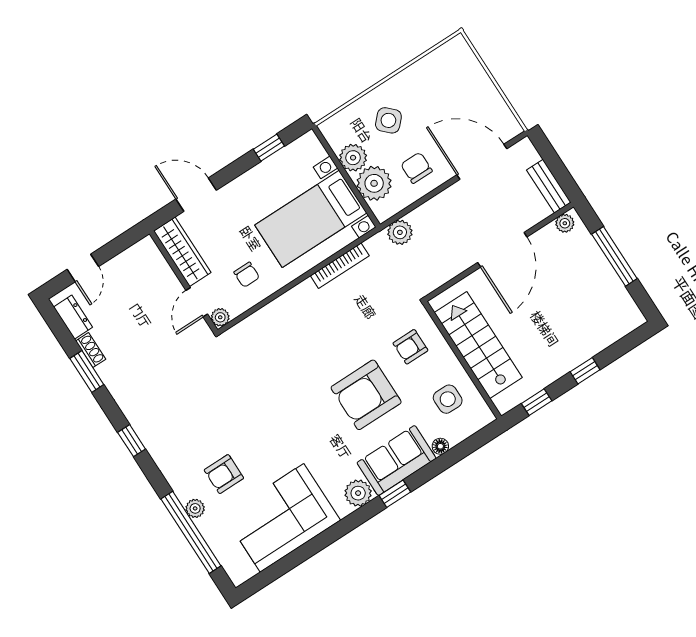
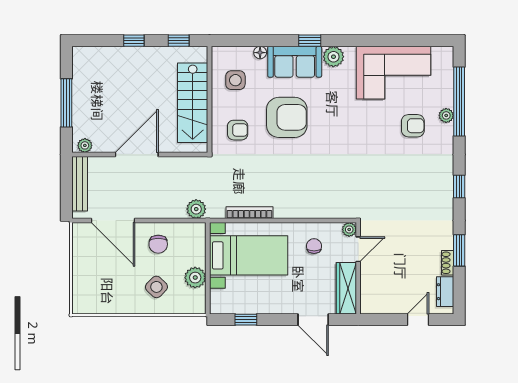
plant: (374, 183) -> (192, 252), removed
bench: (549, 186) -> (80, 184), width x1.36

